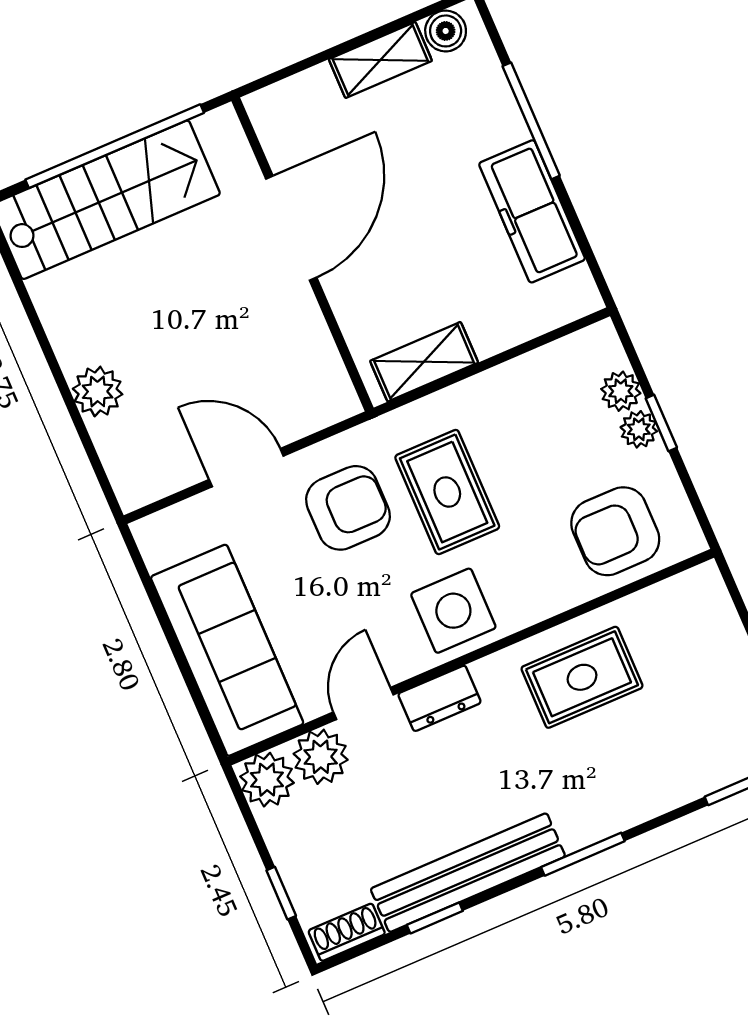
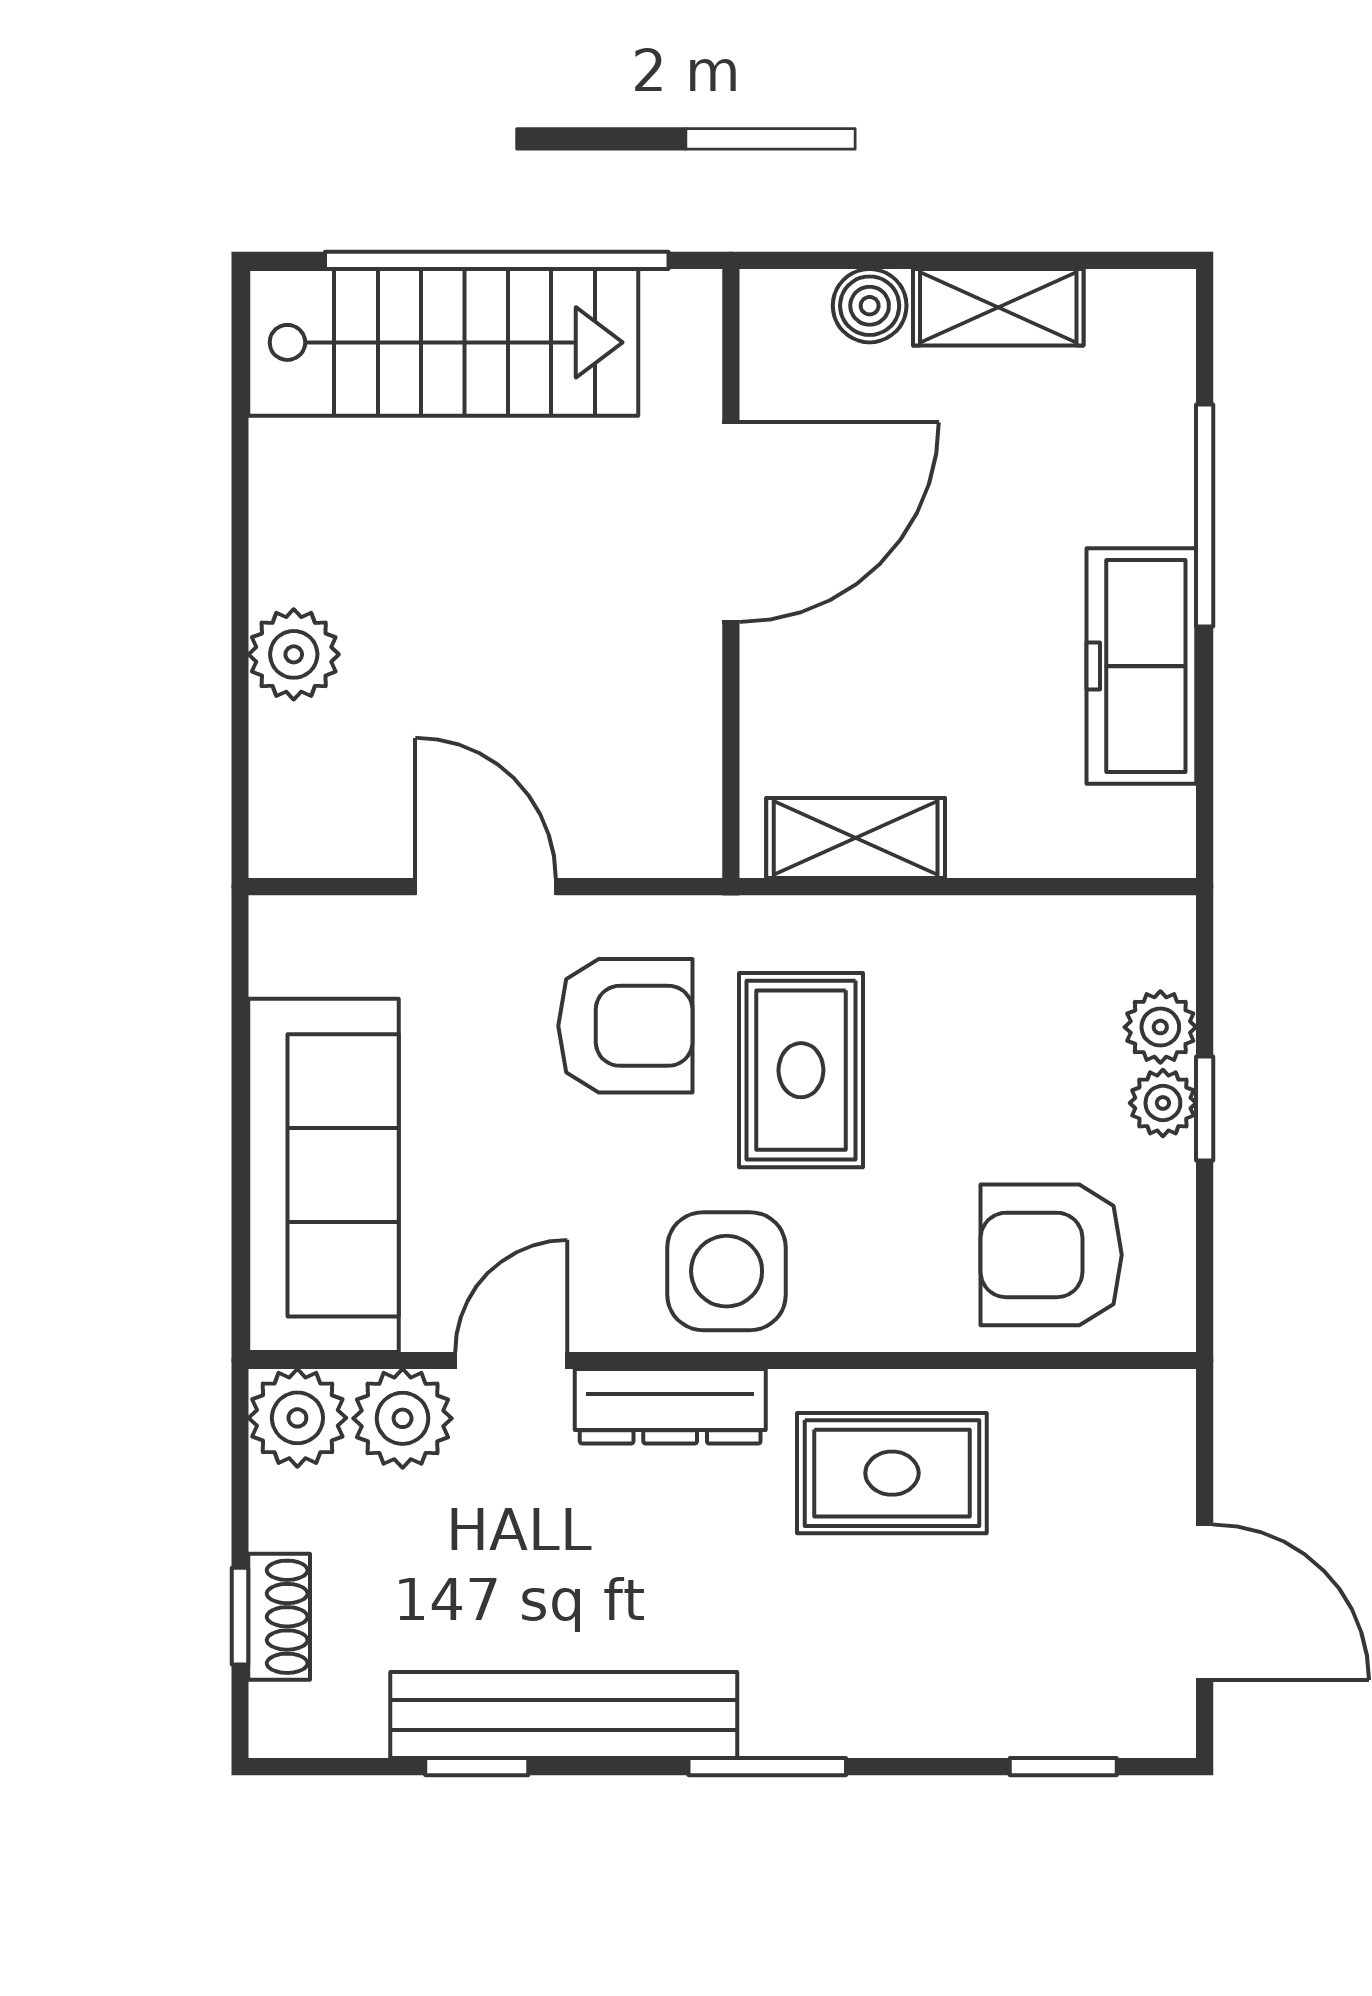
boiler: (446, 31) -> (870, 306), moved
dresser: (440, 698) -> (670, 1406), width x1.44
shoe rack: (347, 932) -> (279, 1617), moved, turned 90

